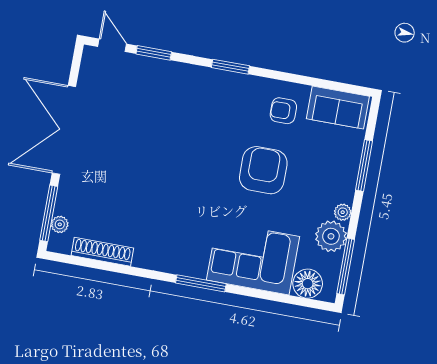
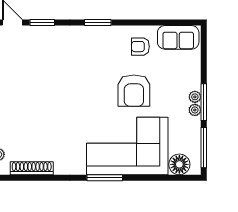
window: (364, 165) -> (204, 102), moved
armchair: (263, 170) -> (134, 91), turned 180
plant: (331, 236) -> (195, 97), moved, width x0.53, depth x0.53
corner sofa: (253, 258) -> (127, 146), width x1.36, depth x1.36

